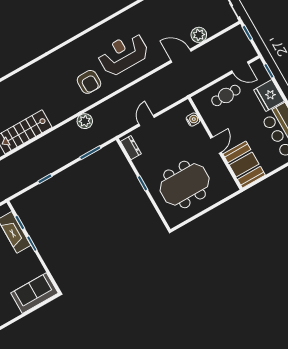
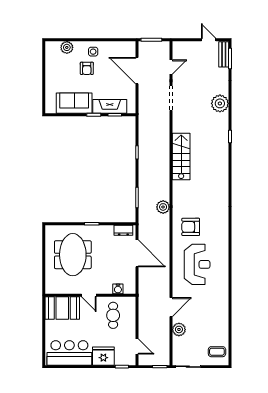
door: (240, 67) -> (137, 346), swing flipped
cafe table: (226, 95) -> (113, 315), moved
door: (147, 121) -> (137, 253), width x1.88
sofa: (34, 293) -> (74, 103), moved, turned -90

